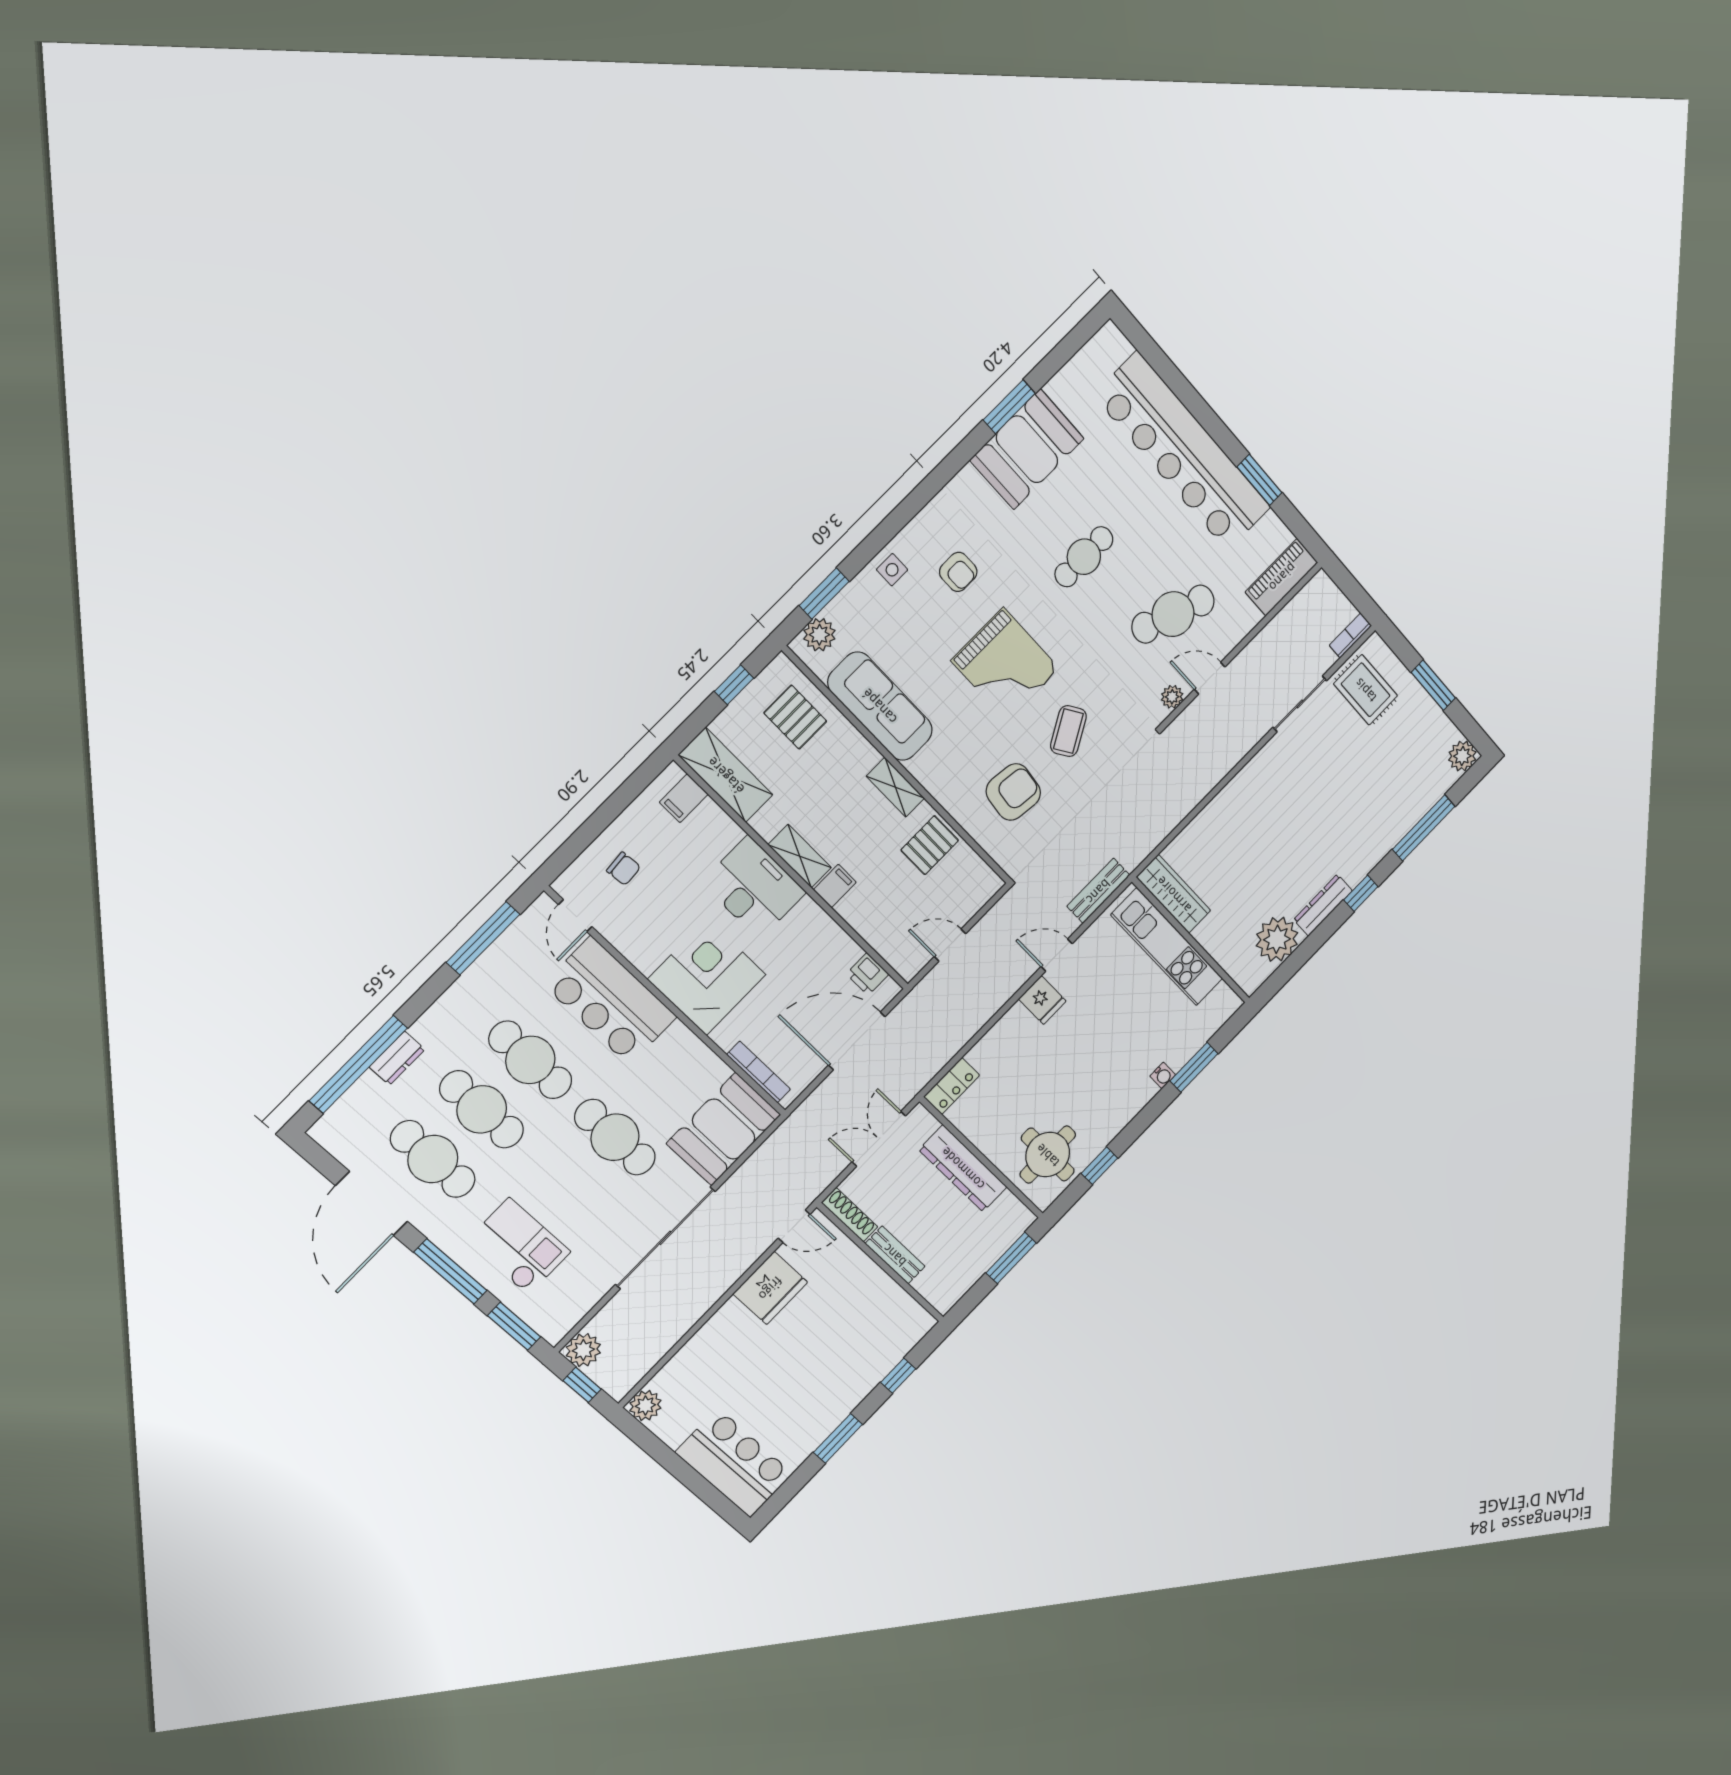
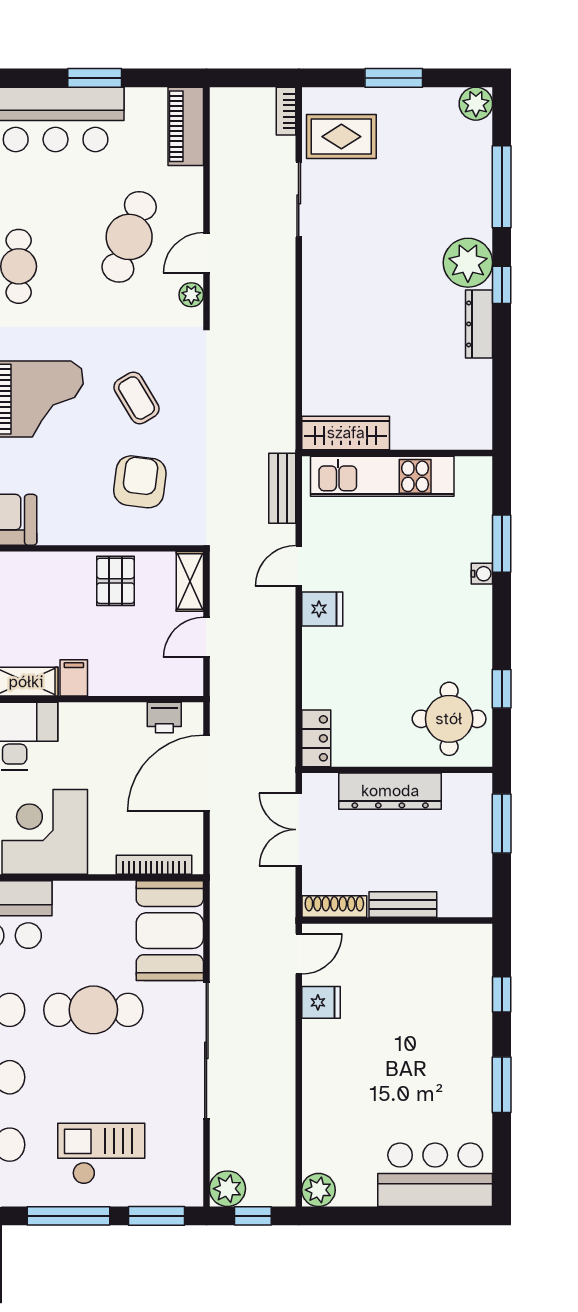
shelving: (895, 787) -> (190, 581), moved, turned 90
plant: (1277, 939) -> (468, 263), moved
fridge: (770, 1288) -> (321, 1002), width x0.53, depth x0.75

